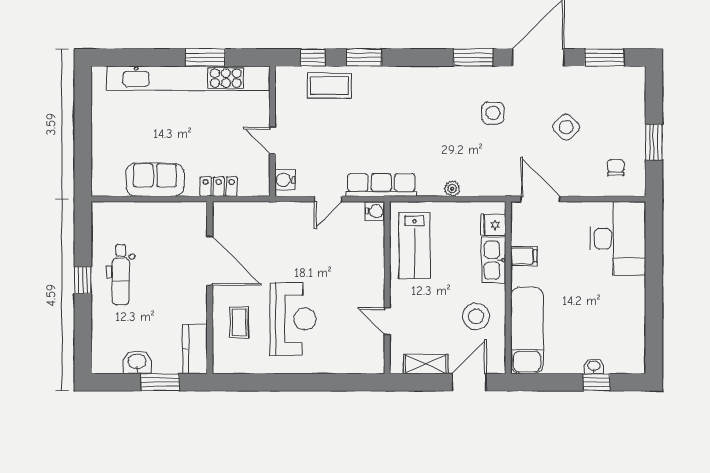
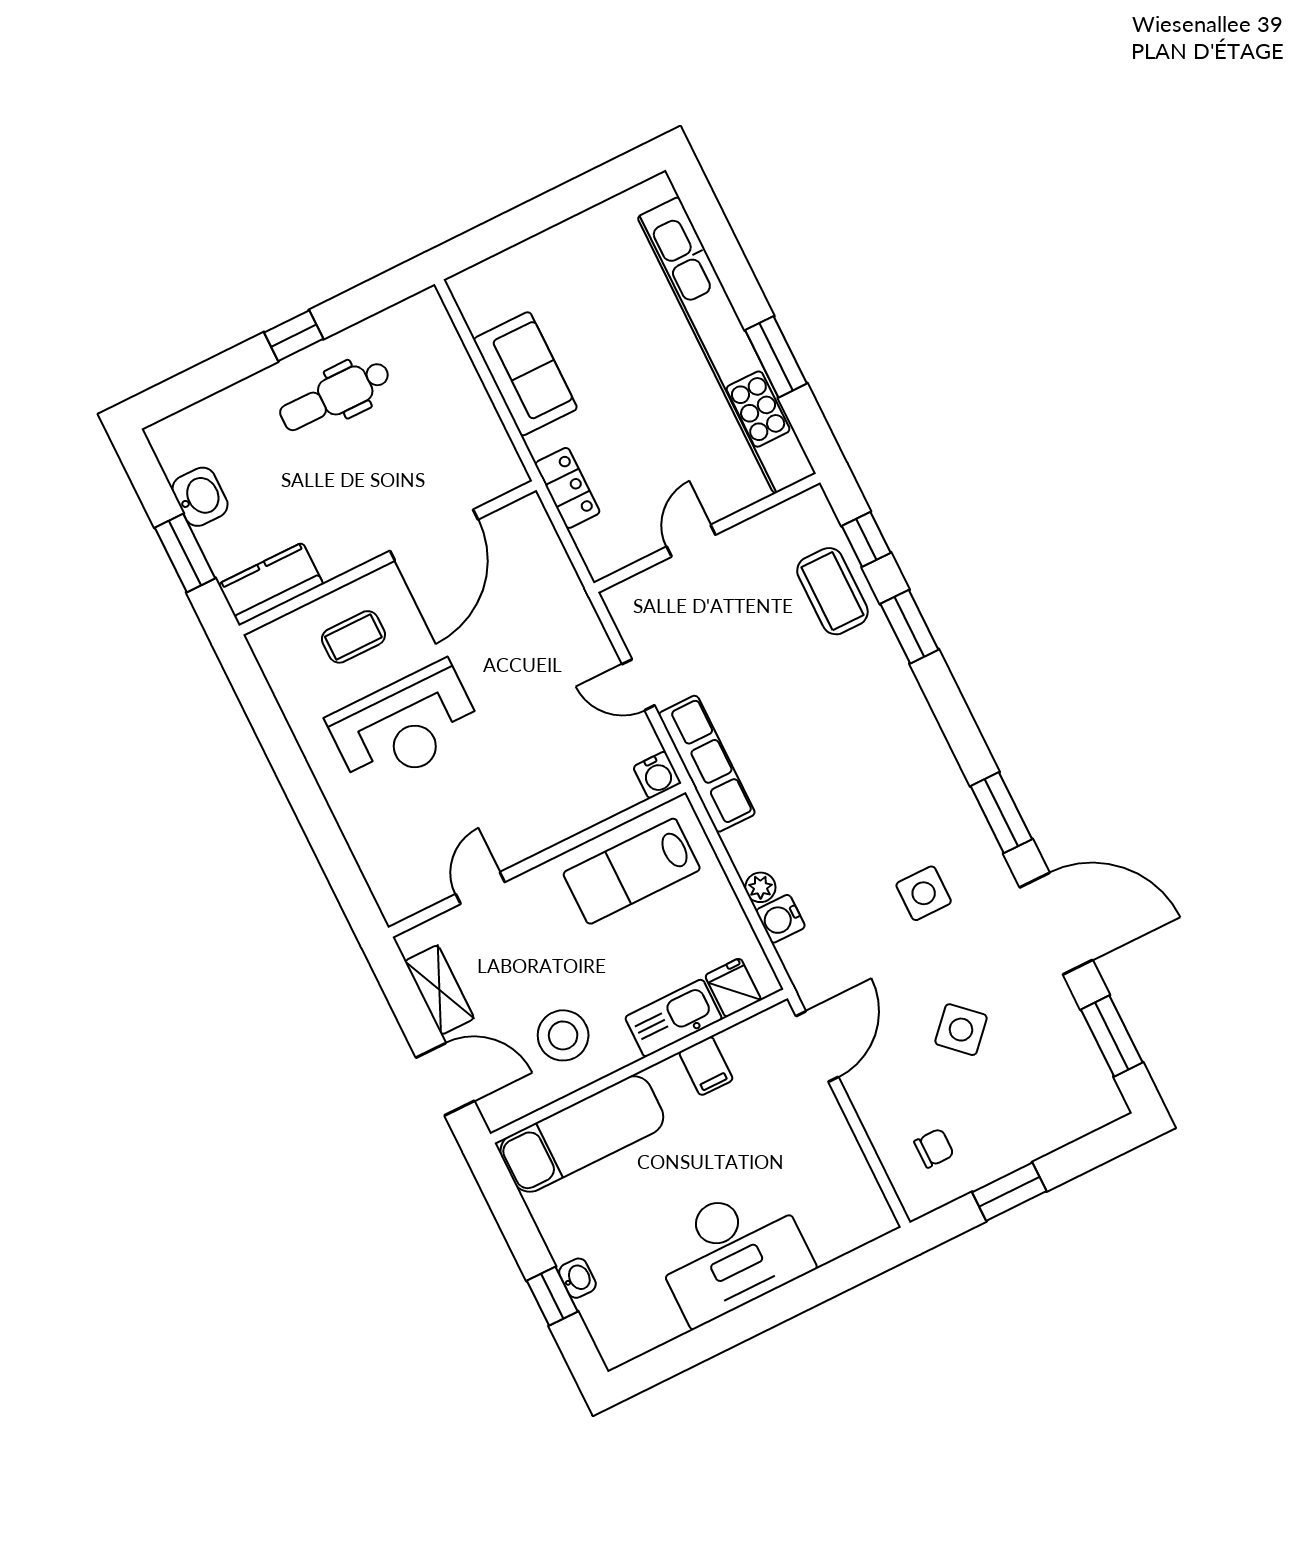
water cooler: (285, 180) -> (780, 919), moved, turned -90
desk: (618, 239) -> (732, 1252), moved

